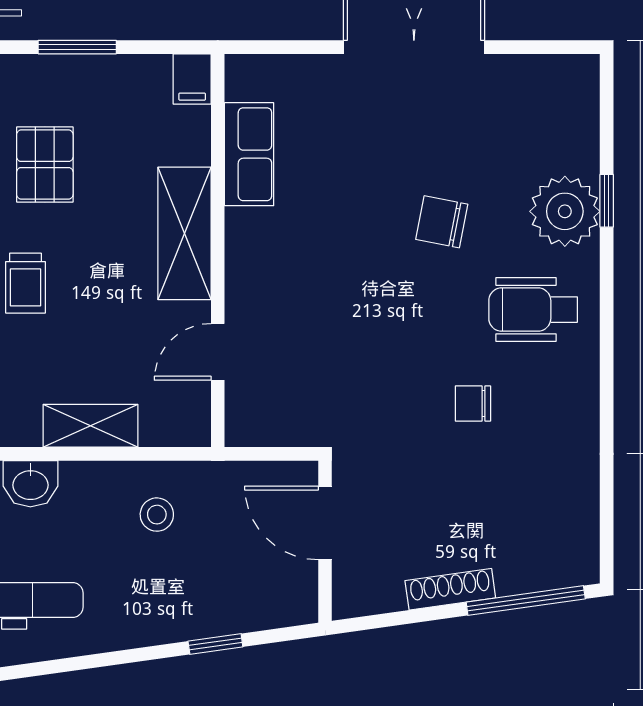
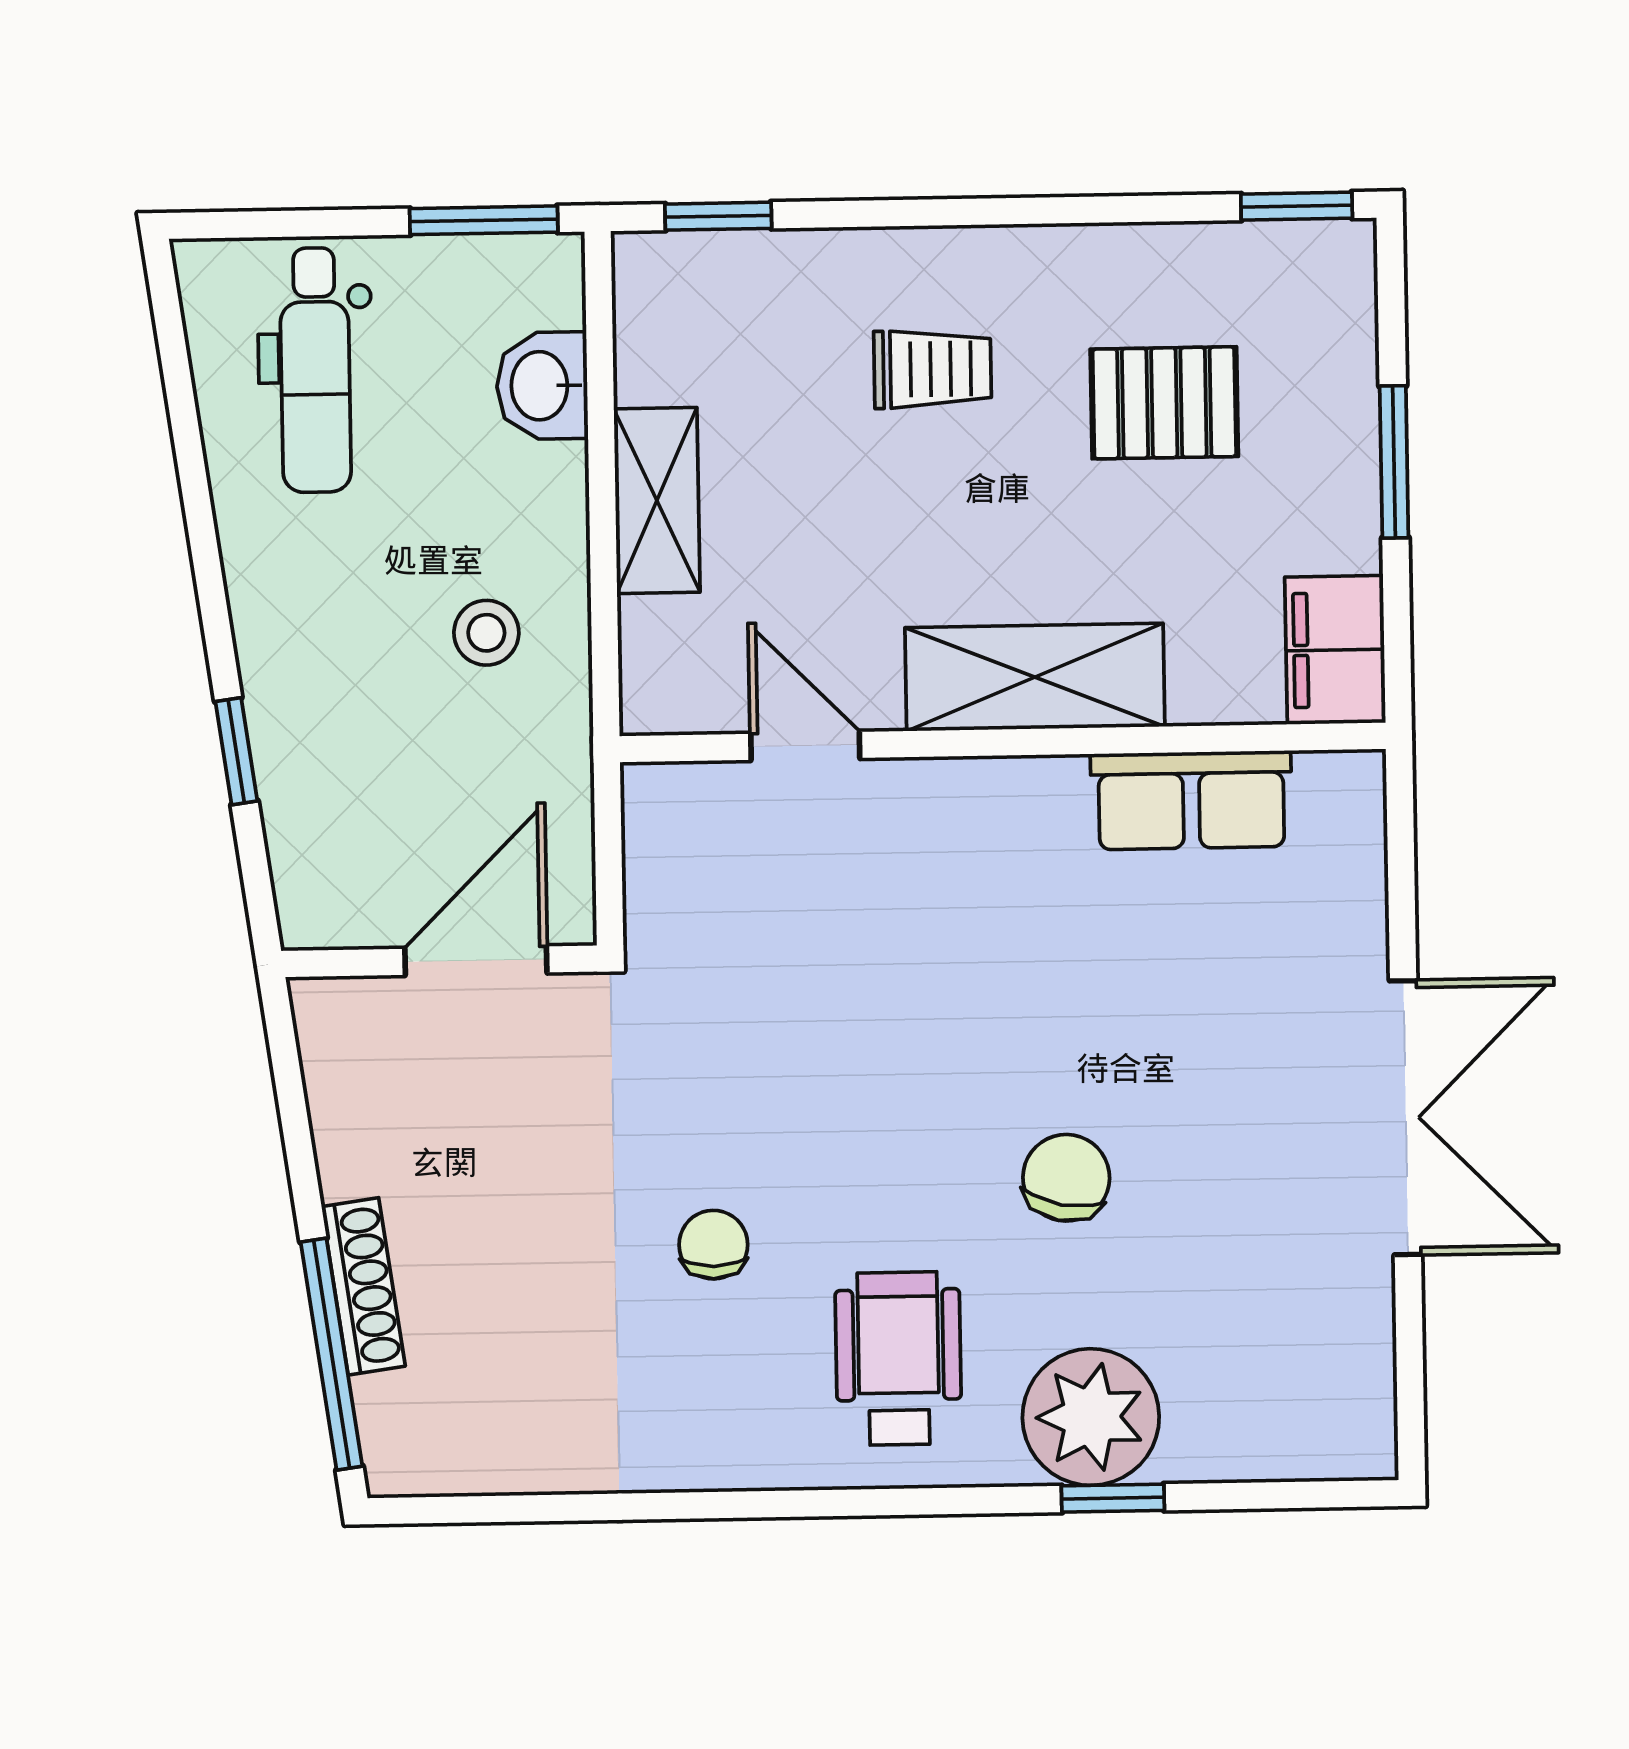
filing cabinet: (192, 79) -> (1335, 650), width x2.00
trolley: (25, 283) -> (933, 369), turned 180
shoe rack: (450, 589) -> (363, 1286), moved

